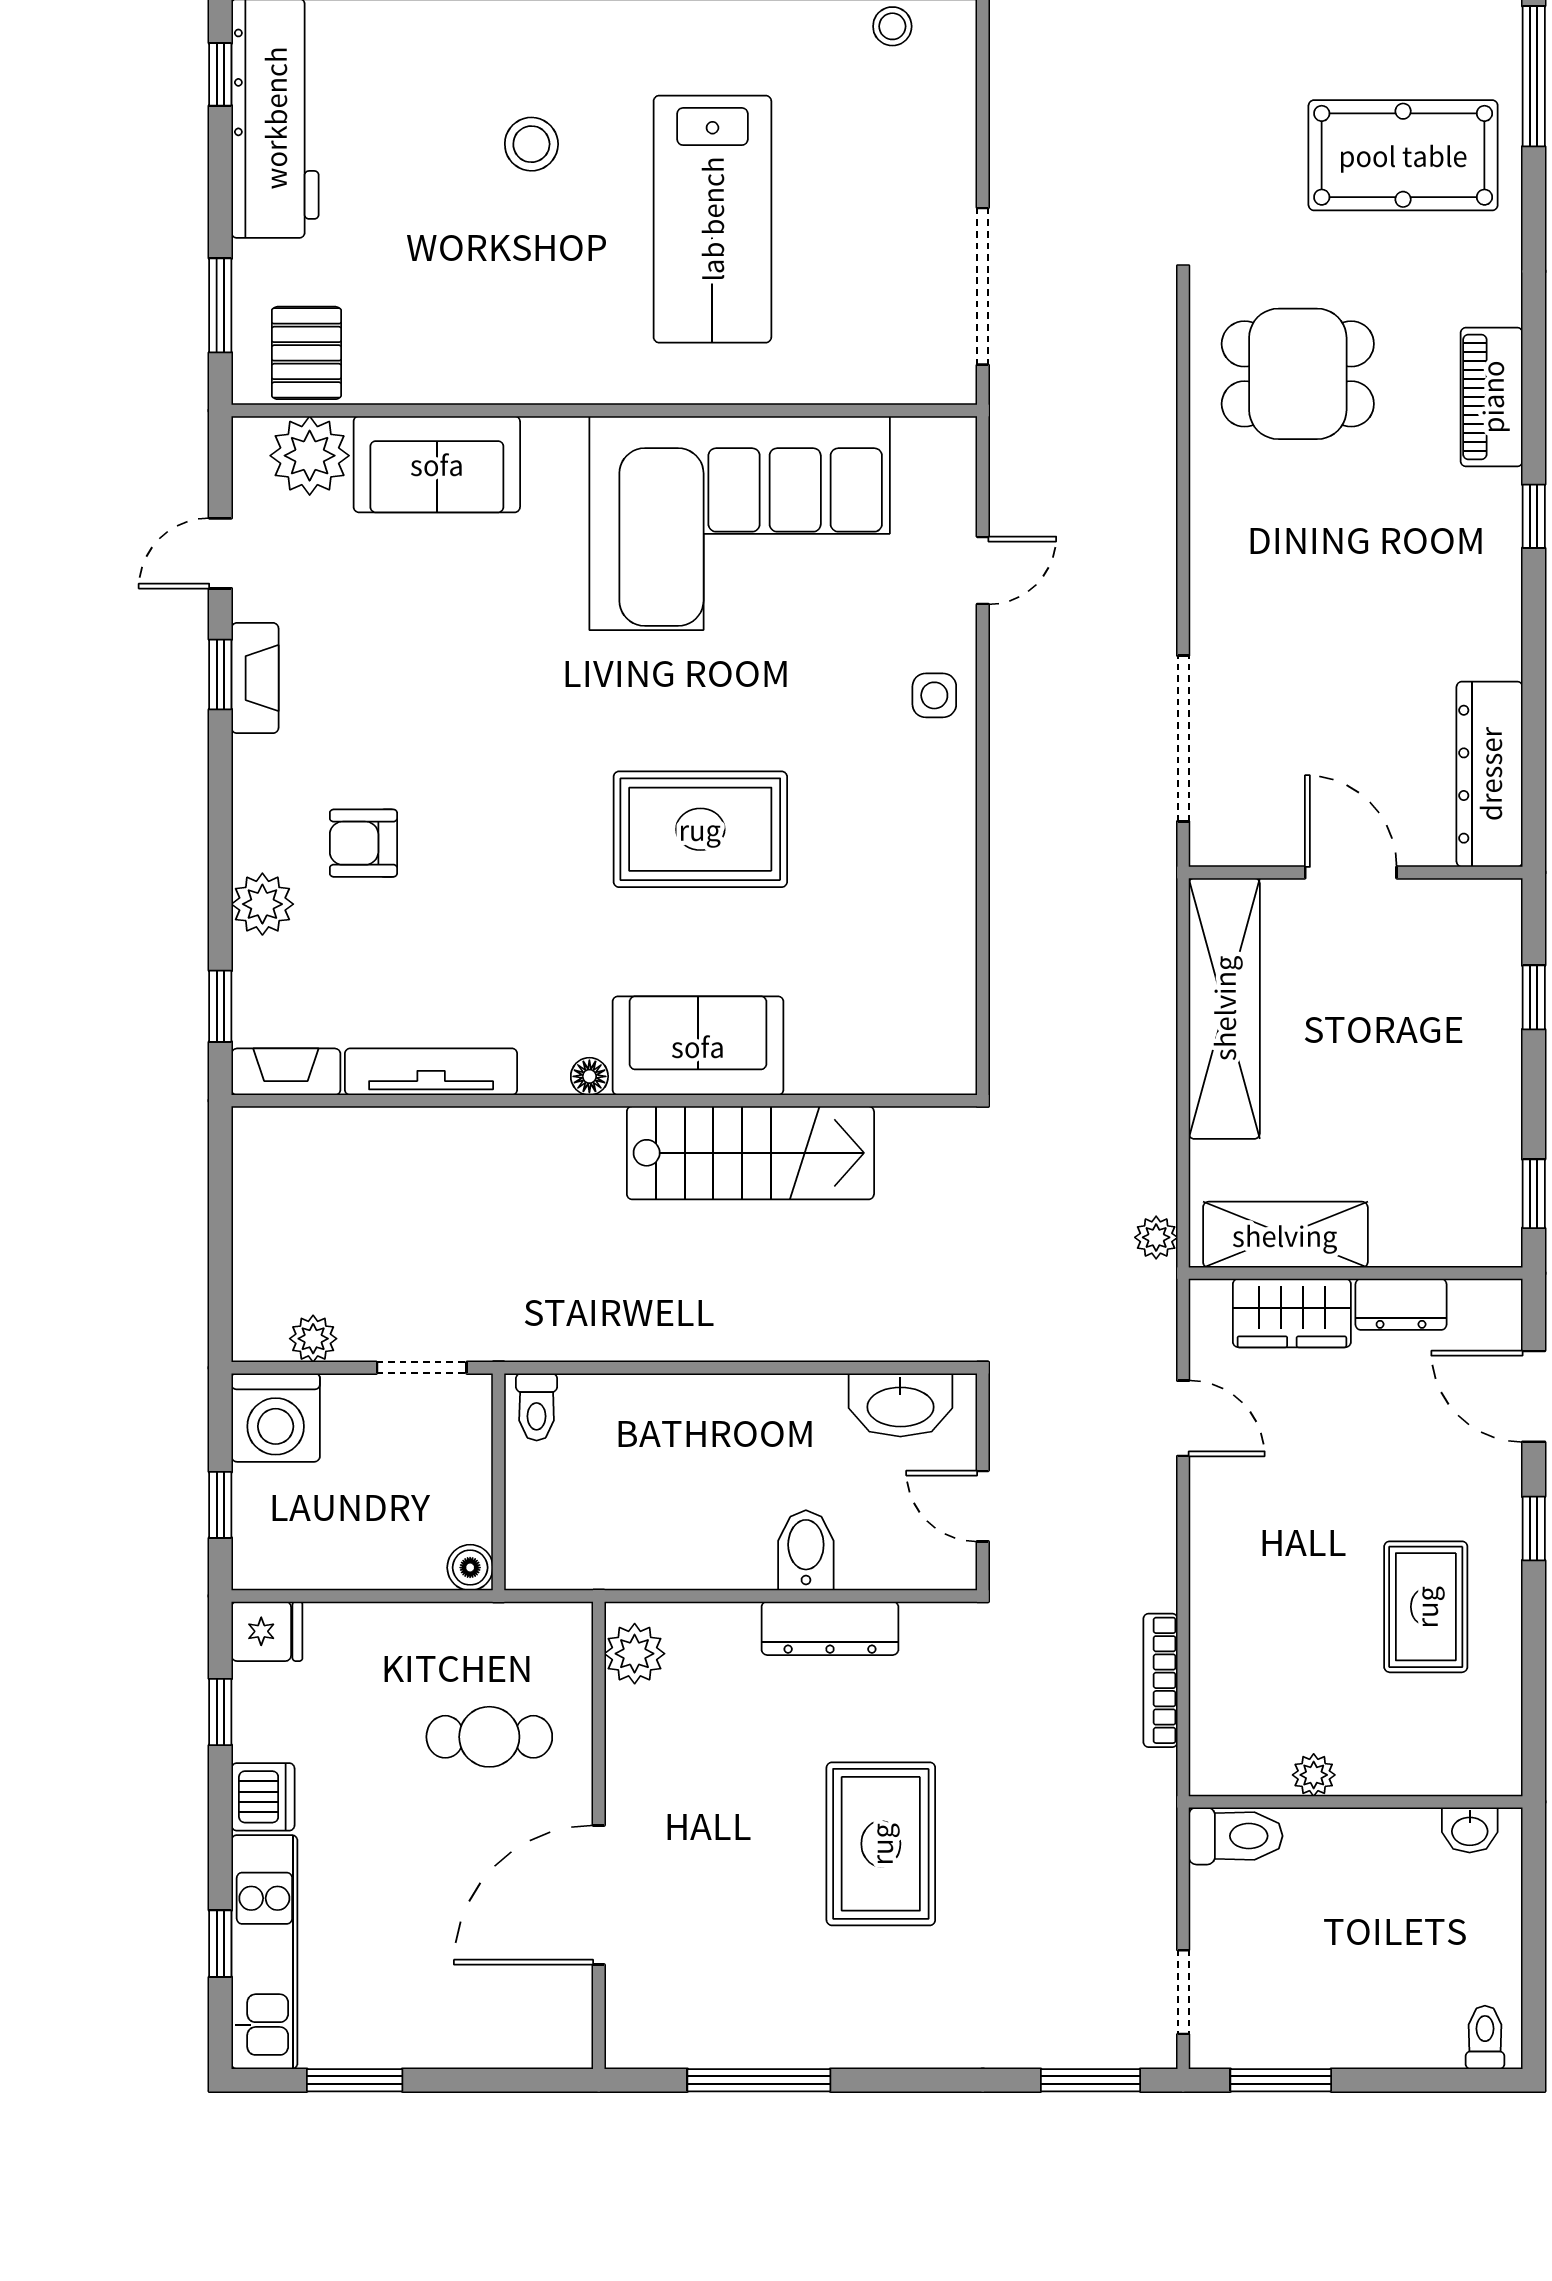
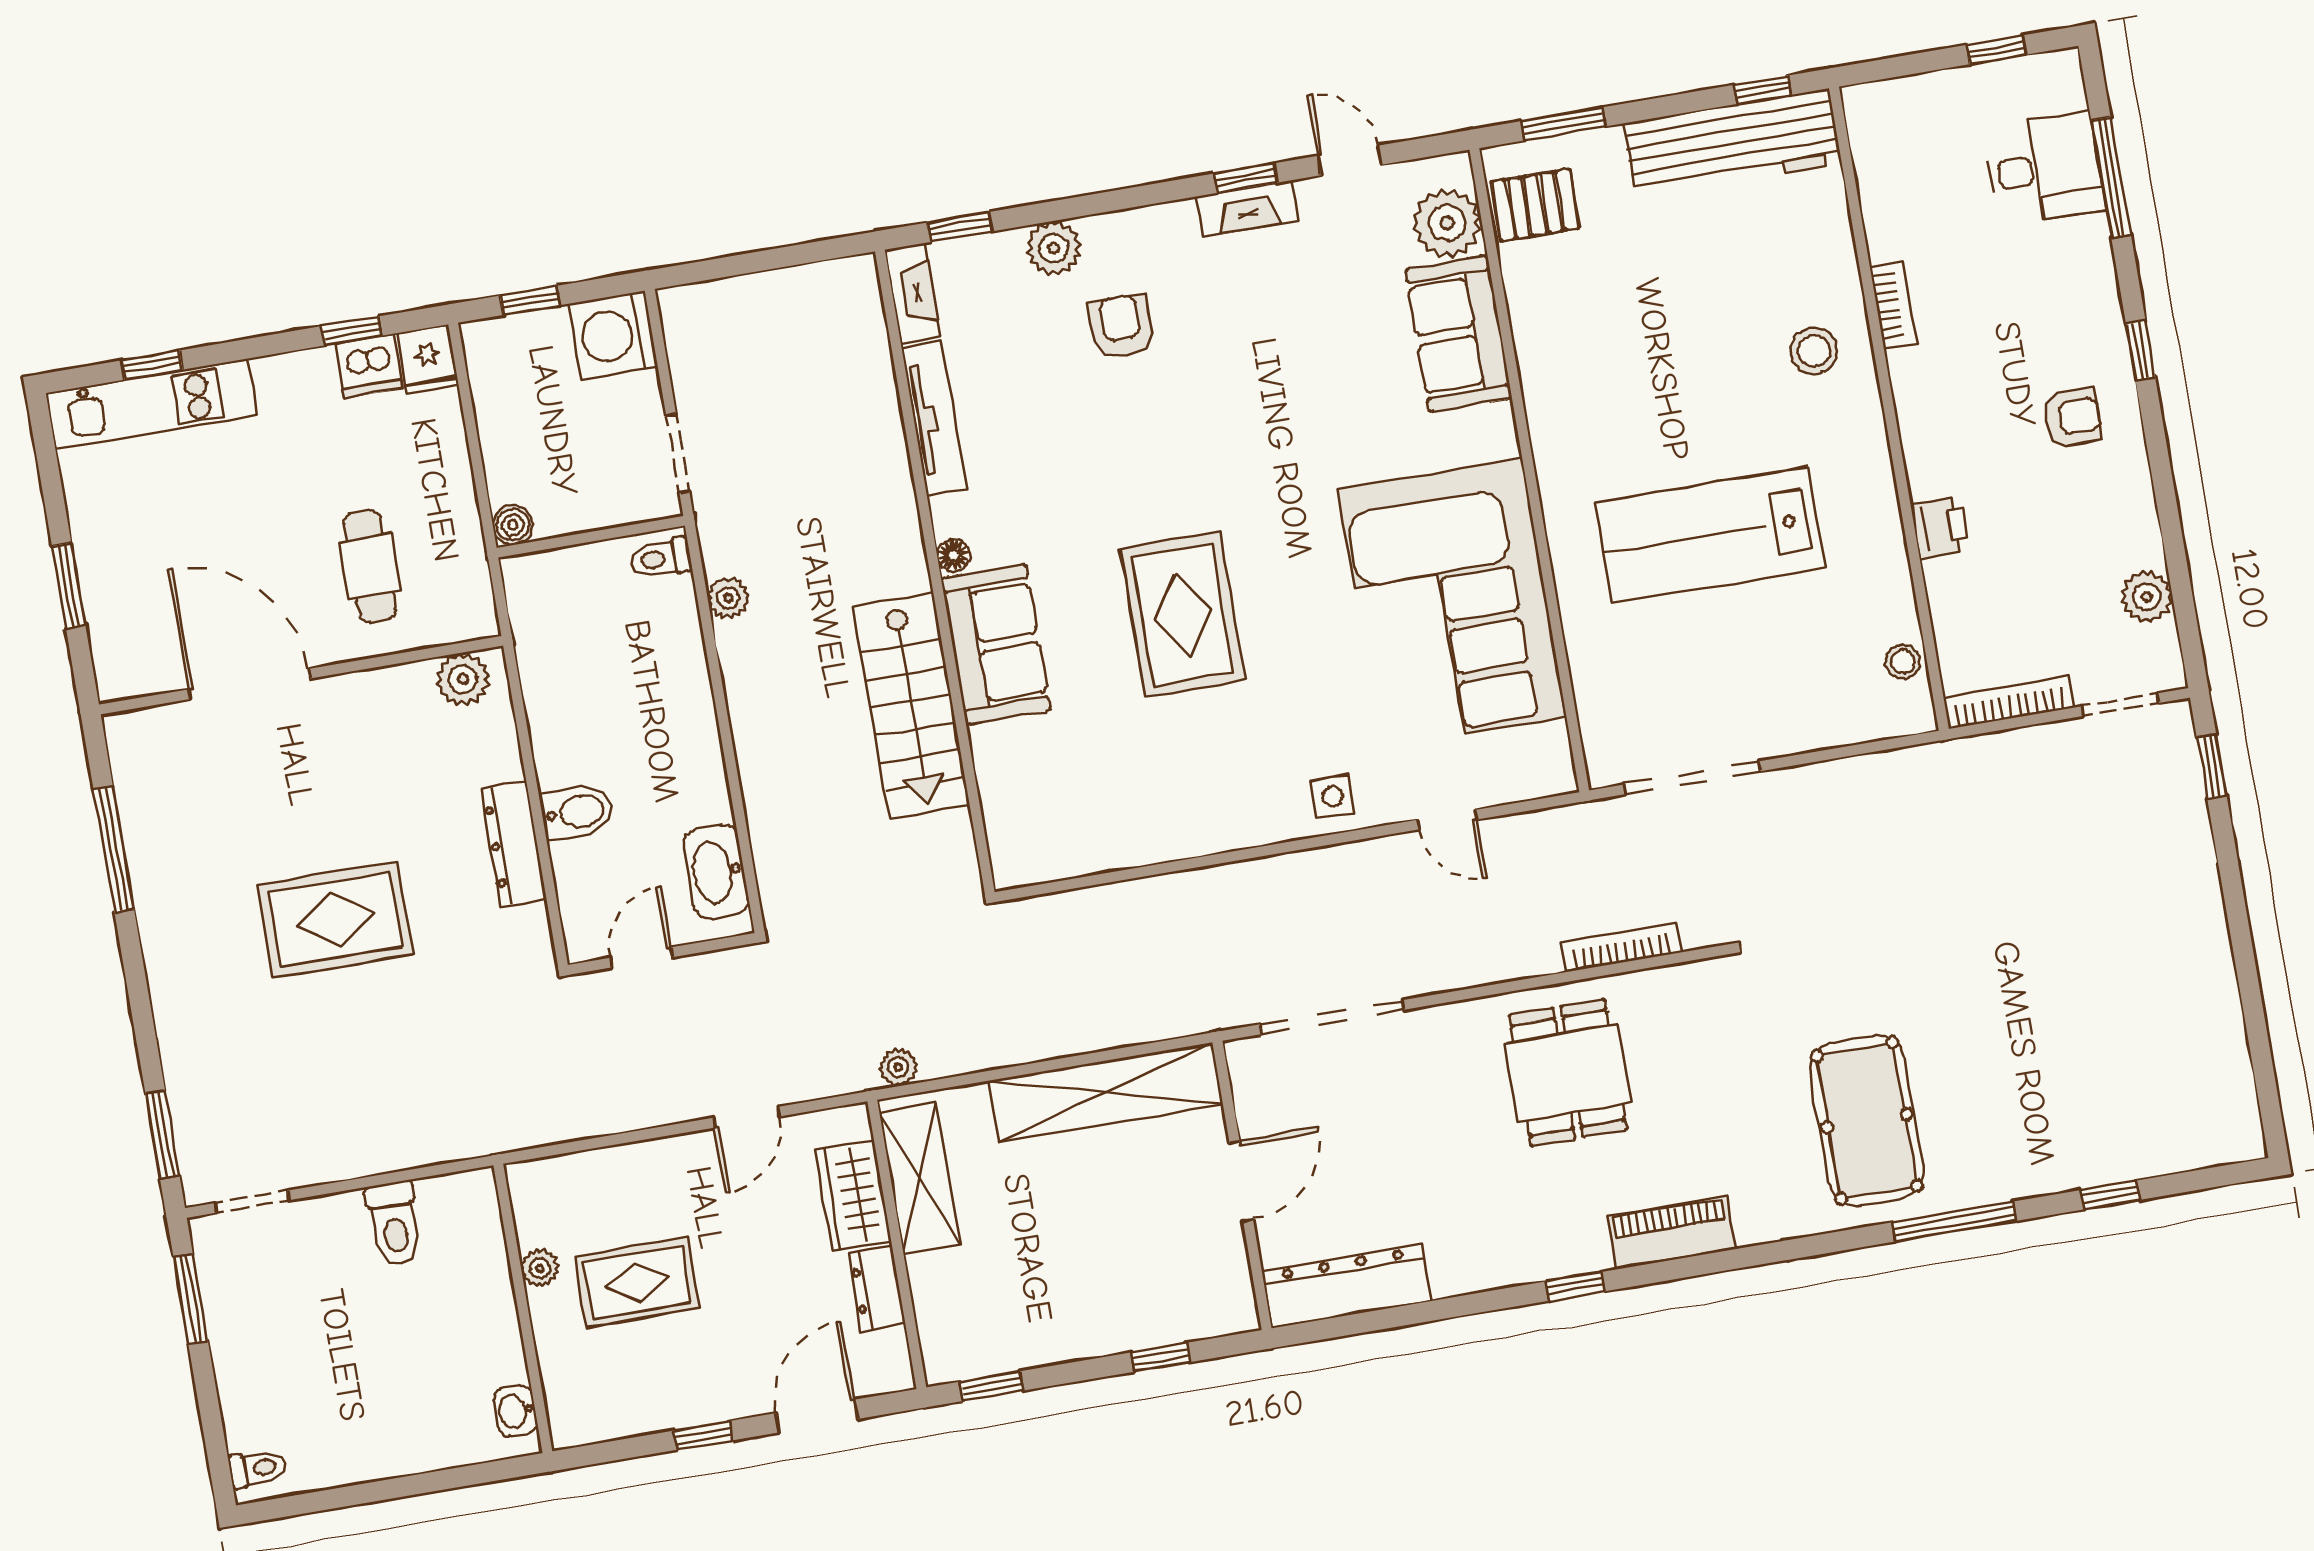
stool: (531, 144) -> (1814, 351), moved
dining table: (1298, 374) -> (1568, 1073), moved
plant: (313, 1339) -> (728, 598), moved
rug: (1426, 1607) -> (637, 1282), moved
bookcase: (1160, 1680) -> (1621, 948), moved
plant: (1314, 1775) -> (540, 1268), moved
dishwasher: (263, 1797) -> (369, 366), moved
wall: (1356, 1802) -> (523, 1308), moved
washbasin: (1470, 1830) -> (515, 1411), moved
window: (355, 2080) -> (69, 586), moved

